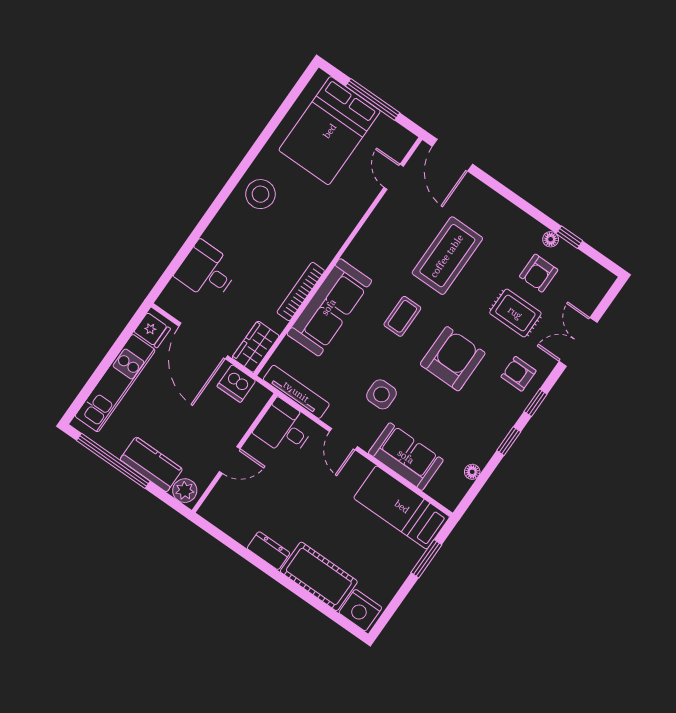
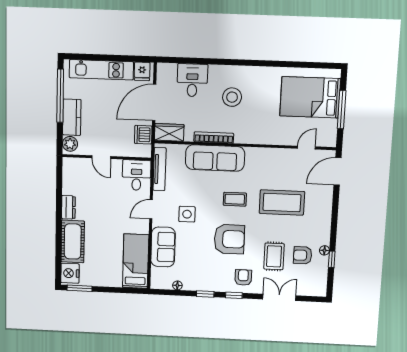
stool: (261, 194) -> (232, 97), moved
window: (426, 559) -> (80, 288), moved

